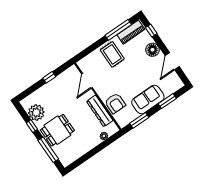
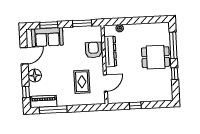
rug: (112, 54) -> (82, 82), moved
sofa: (148, 100) -> (47, 37), moved
plant: (36, 113) -> (164, 83), removed

